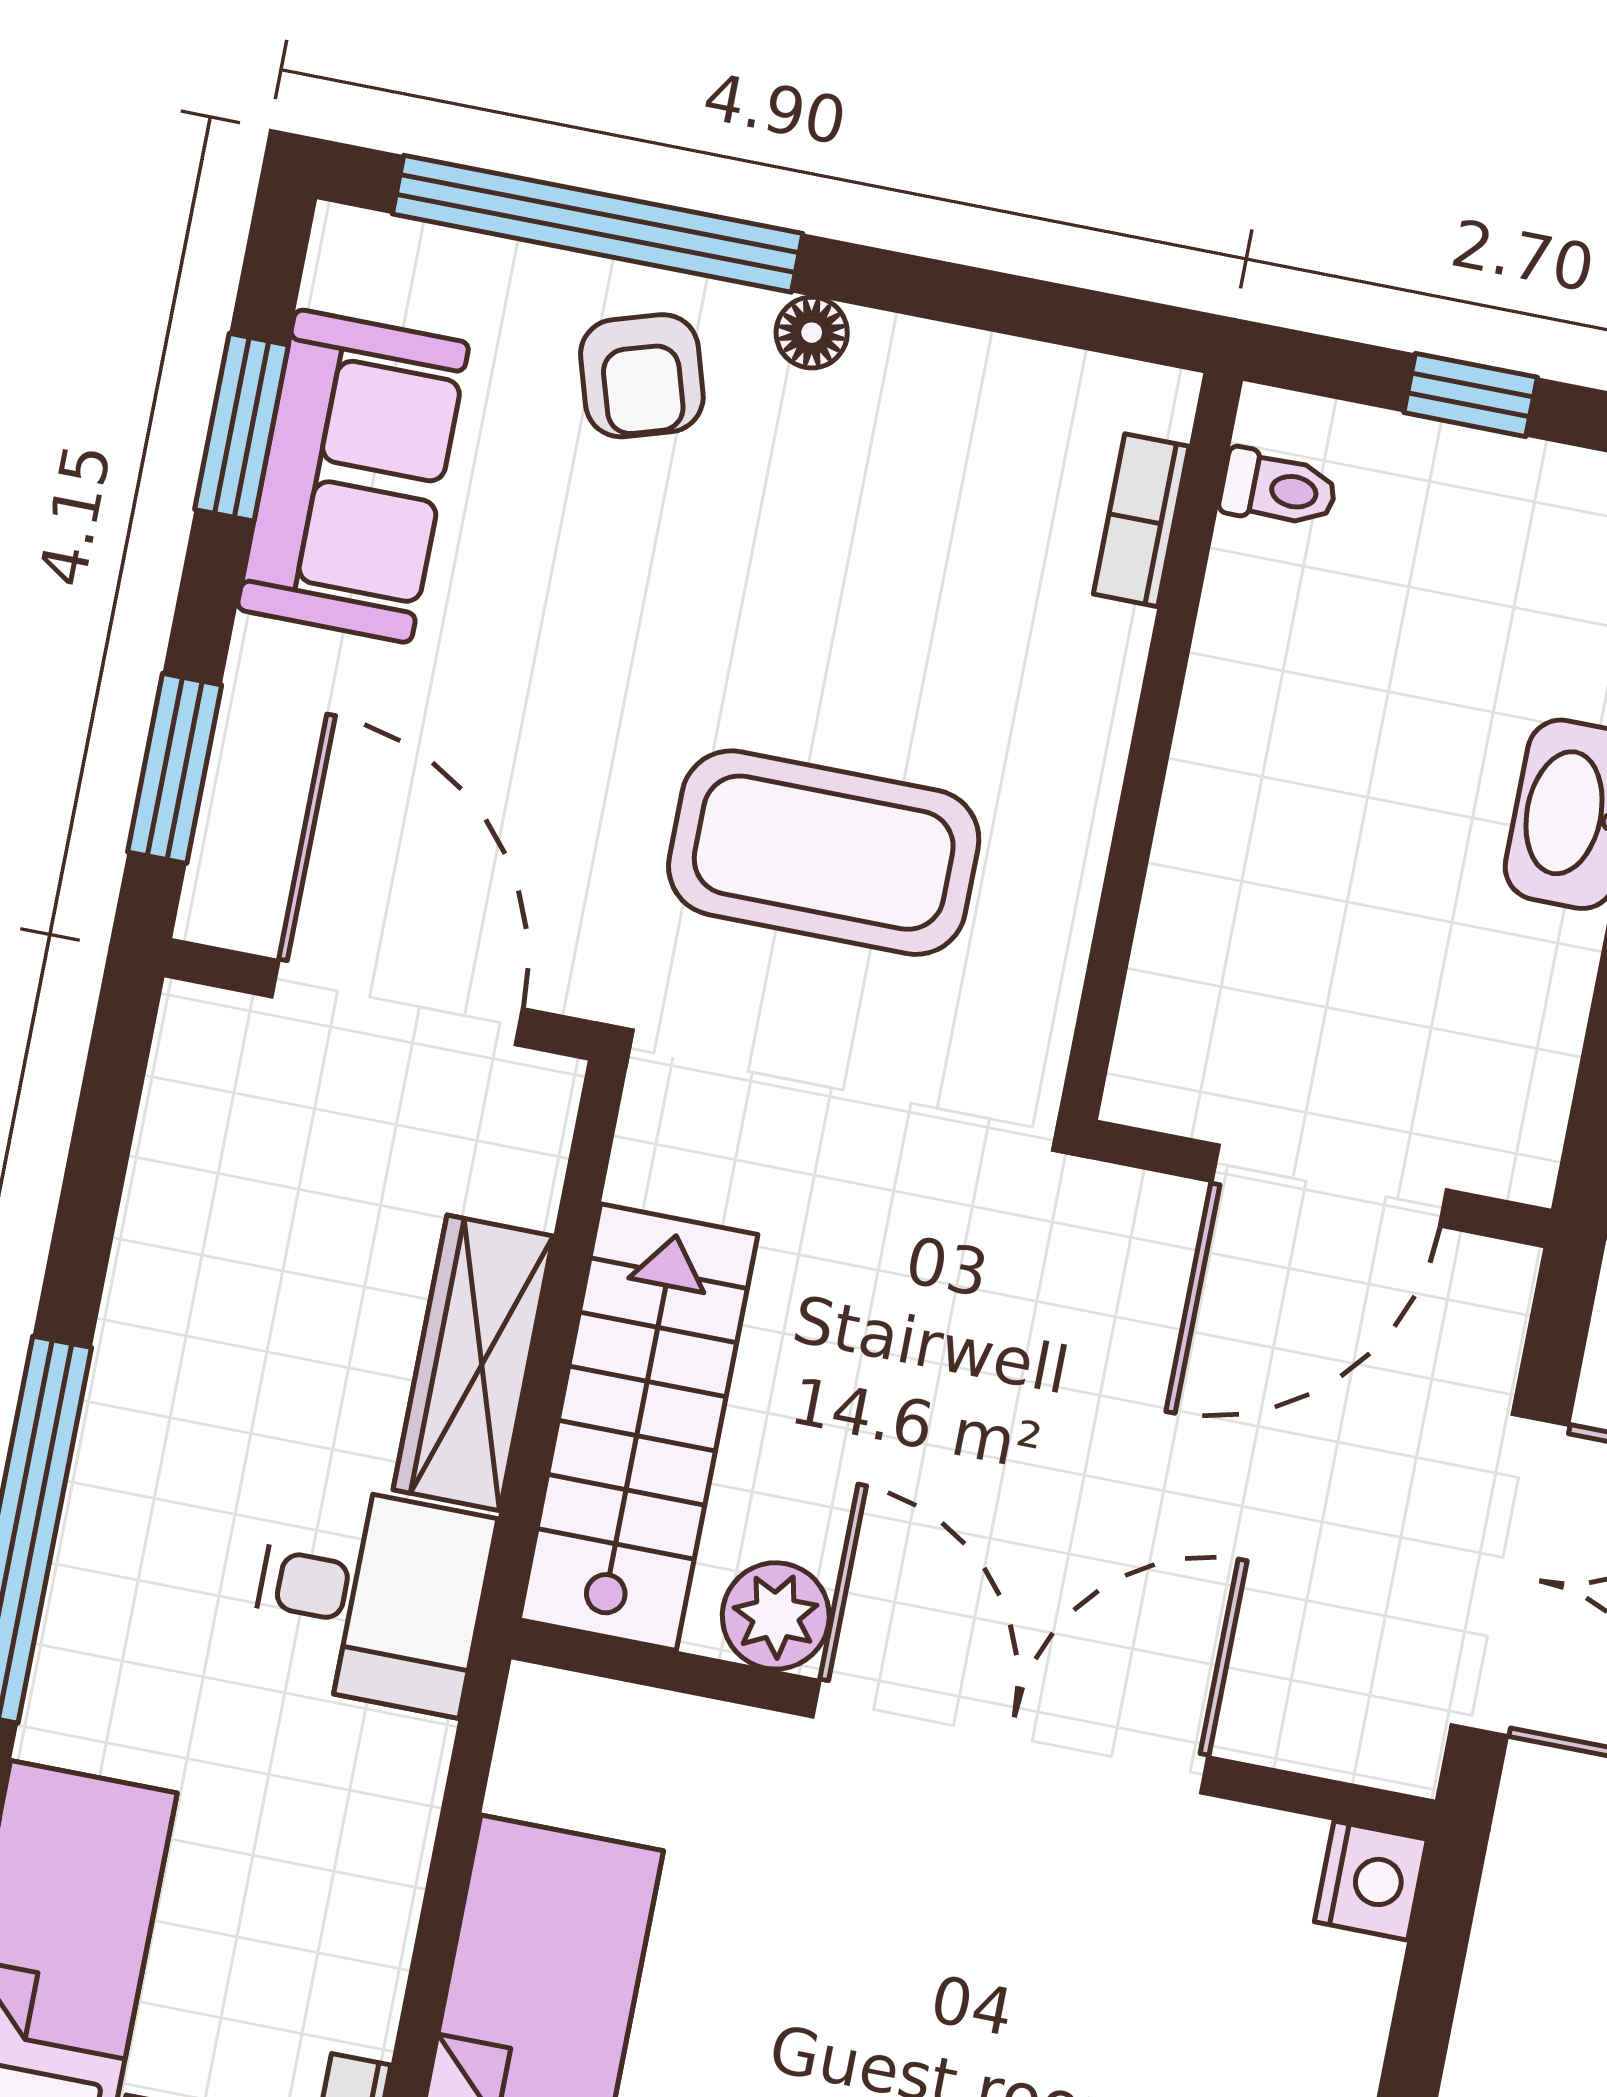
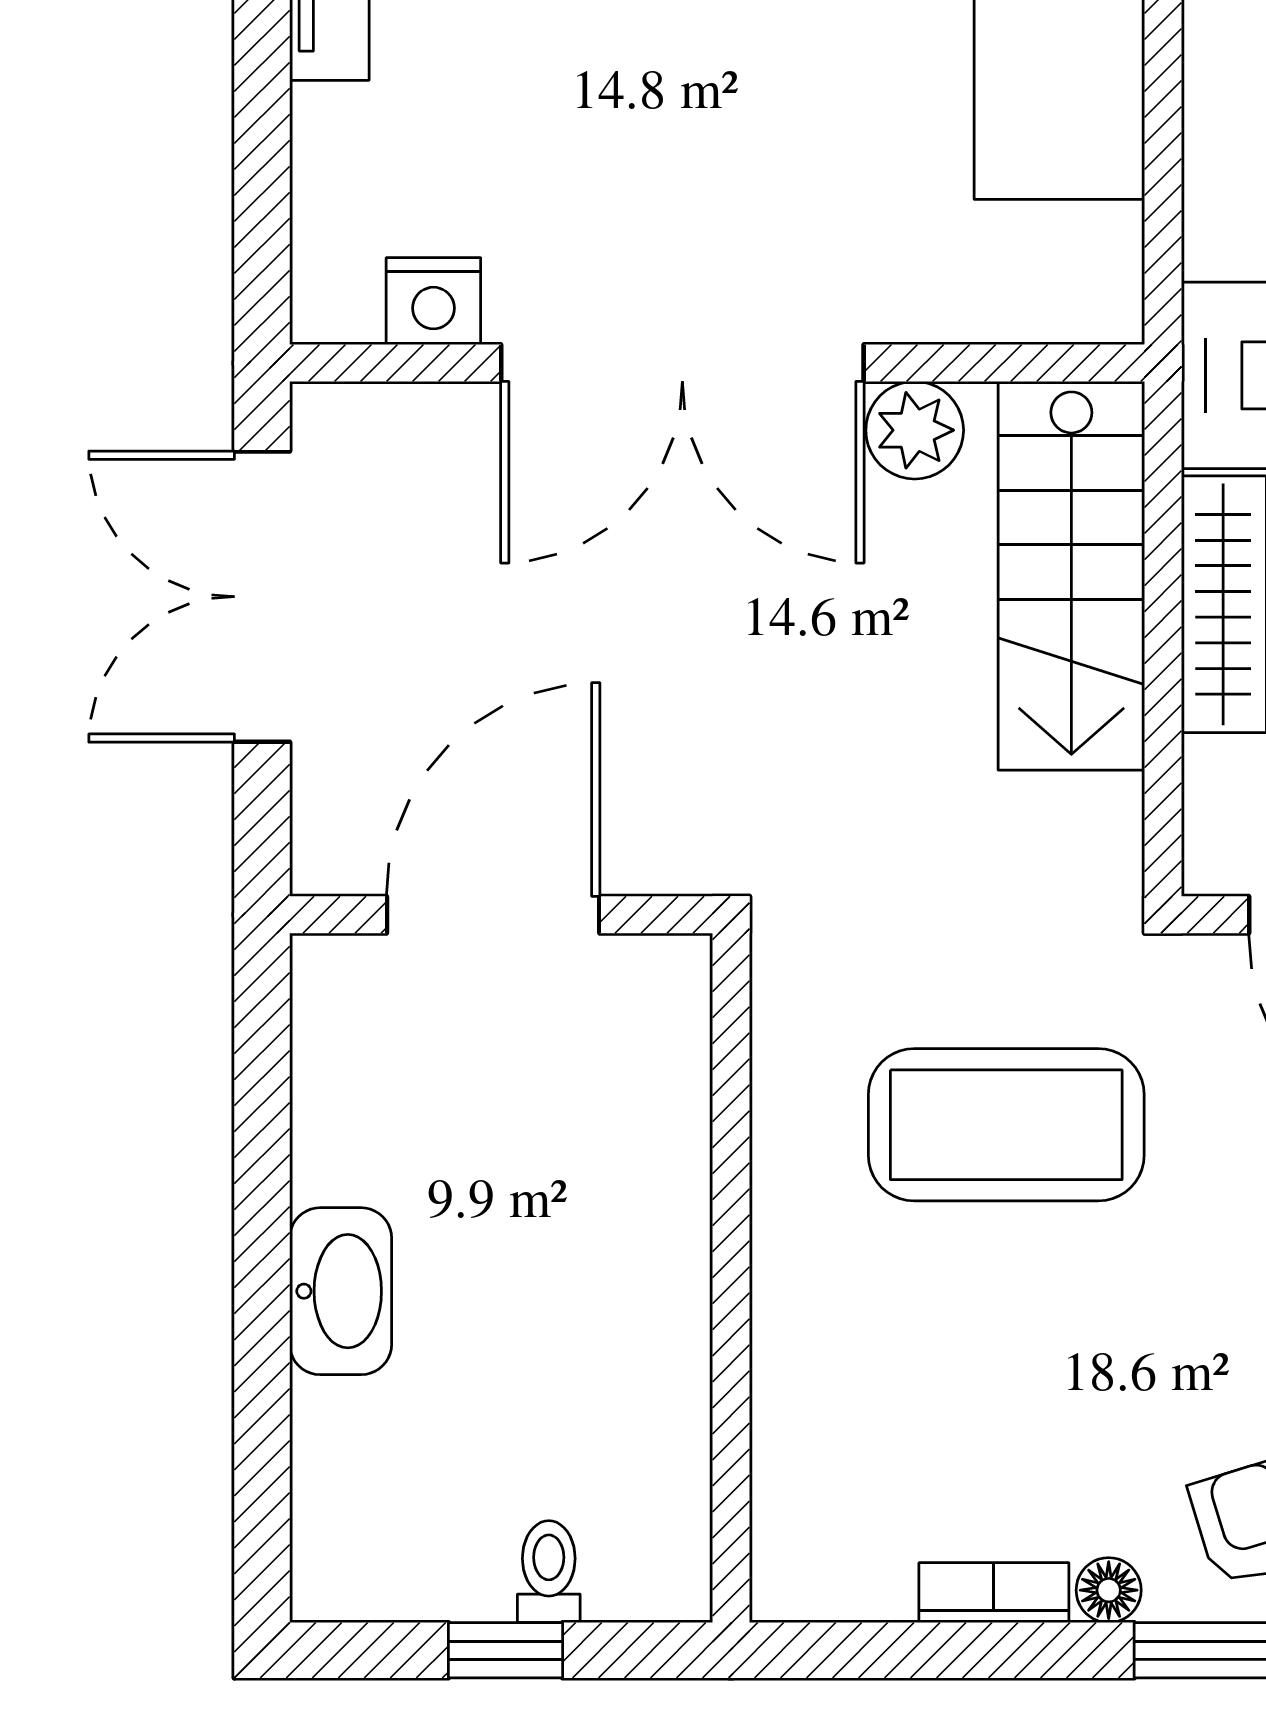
toilet: (1278, 489) -> (549, 1572), moved, turned 90
bookcase: (1141, 520) -> (994, 1593), moved, turned -90
nightstand: (1371, 1881) -> (433, 301), moved, turned -90

